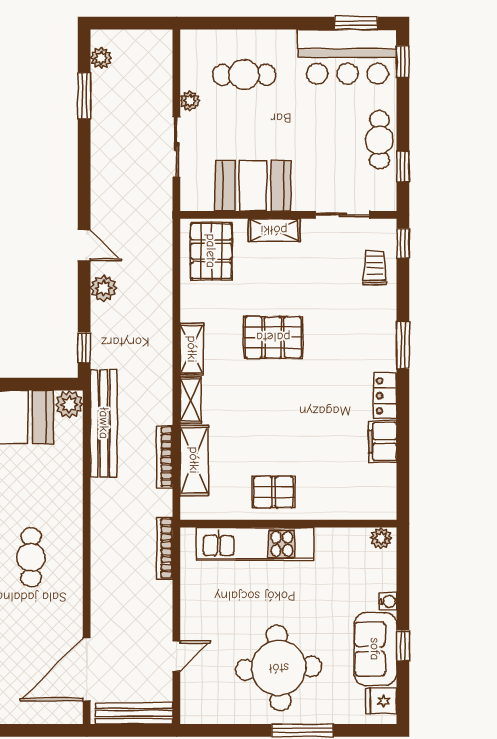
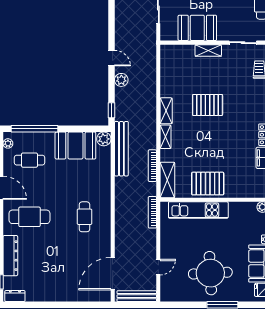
pallet: (211, 251) -> (176, 61), removed
shelving: (194, 460) -> (167, 180), moved
pallet: (273, 492) -> (208, 184), width x1.50, depth x1.42

